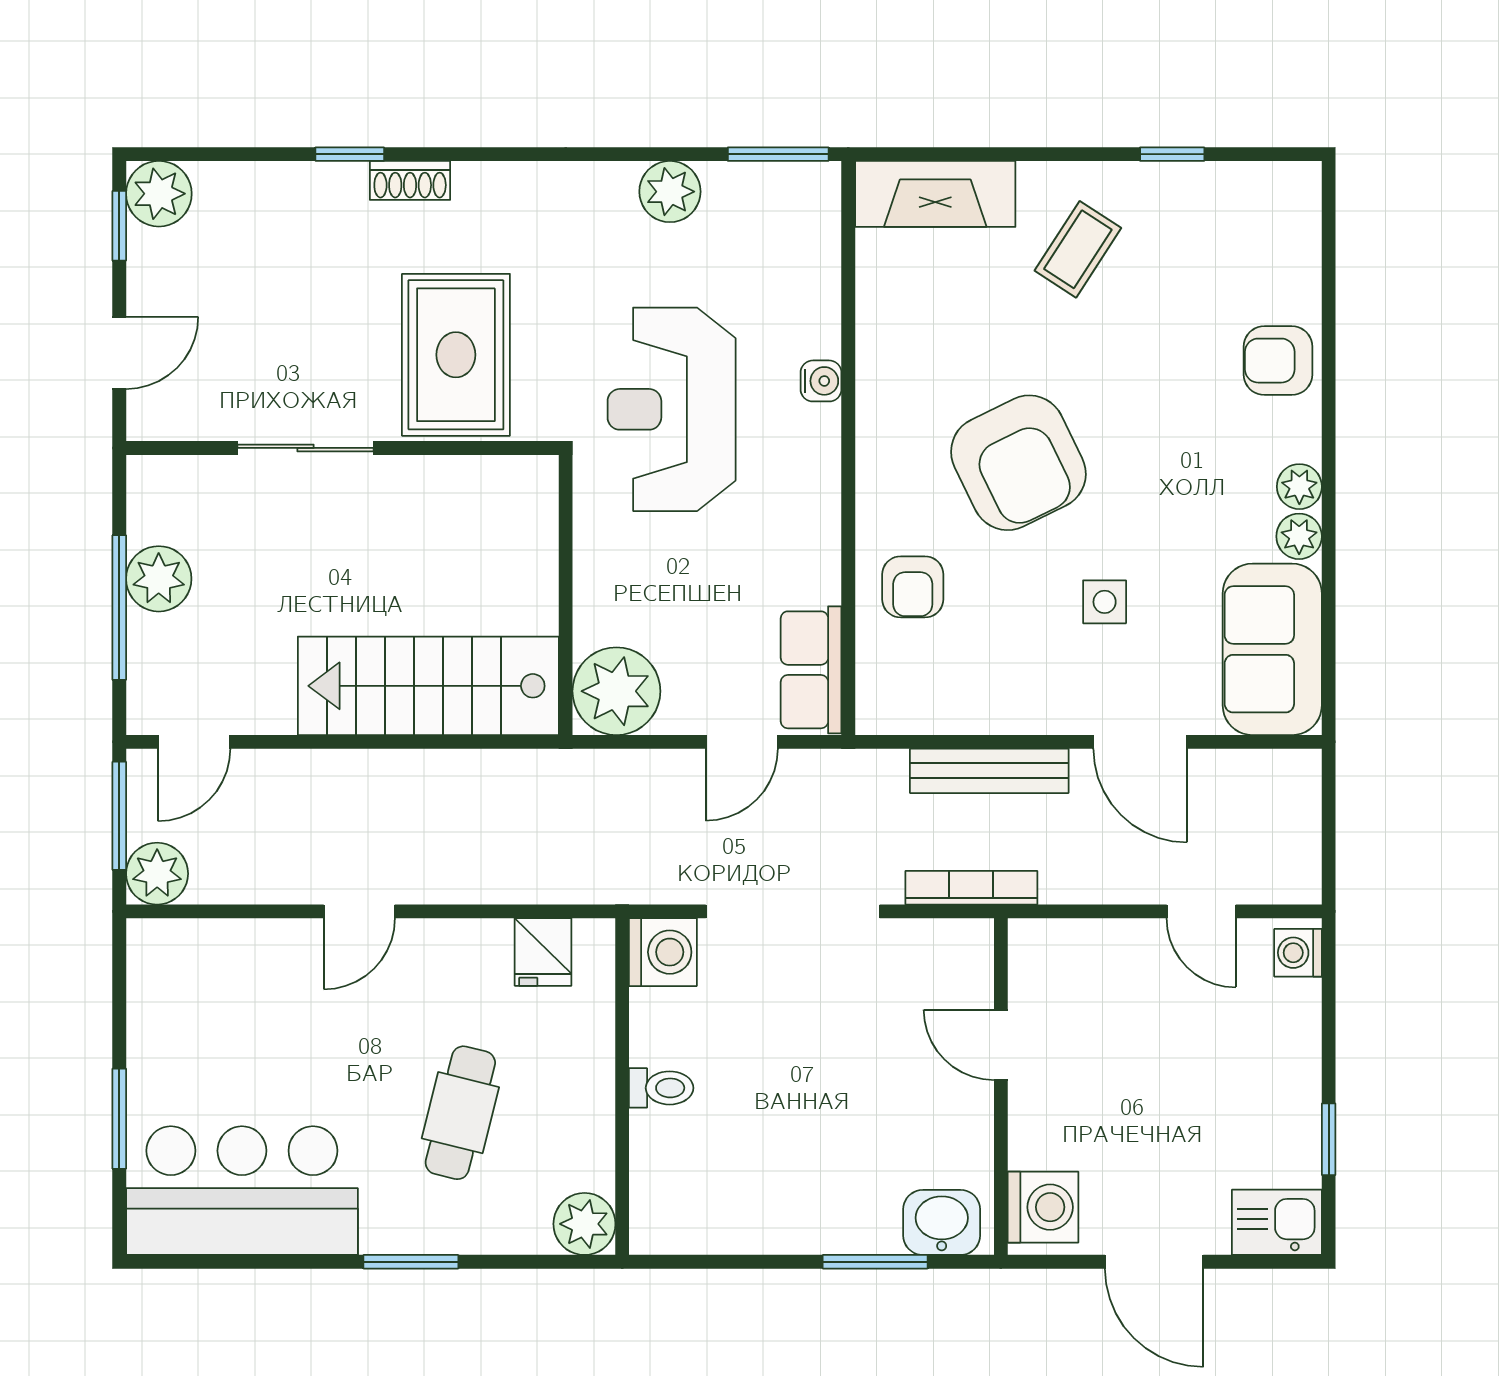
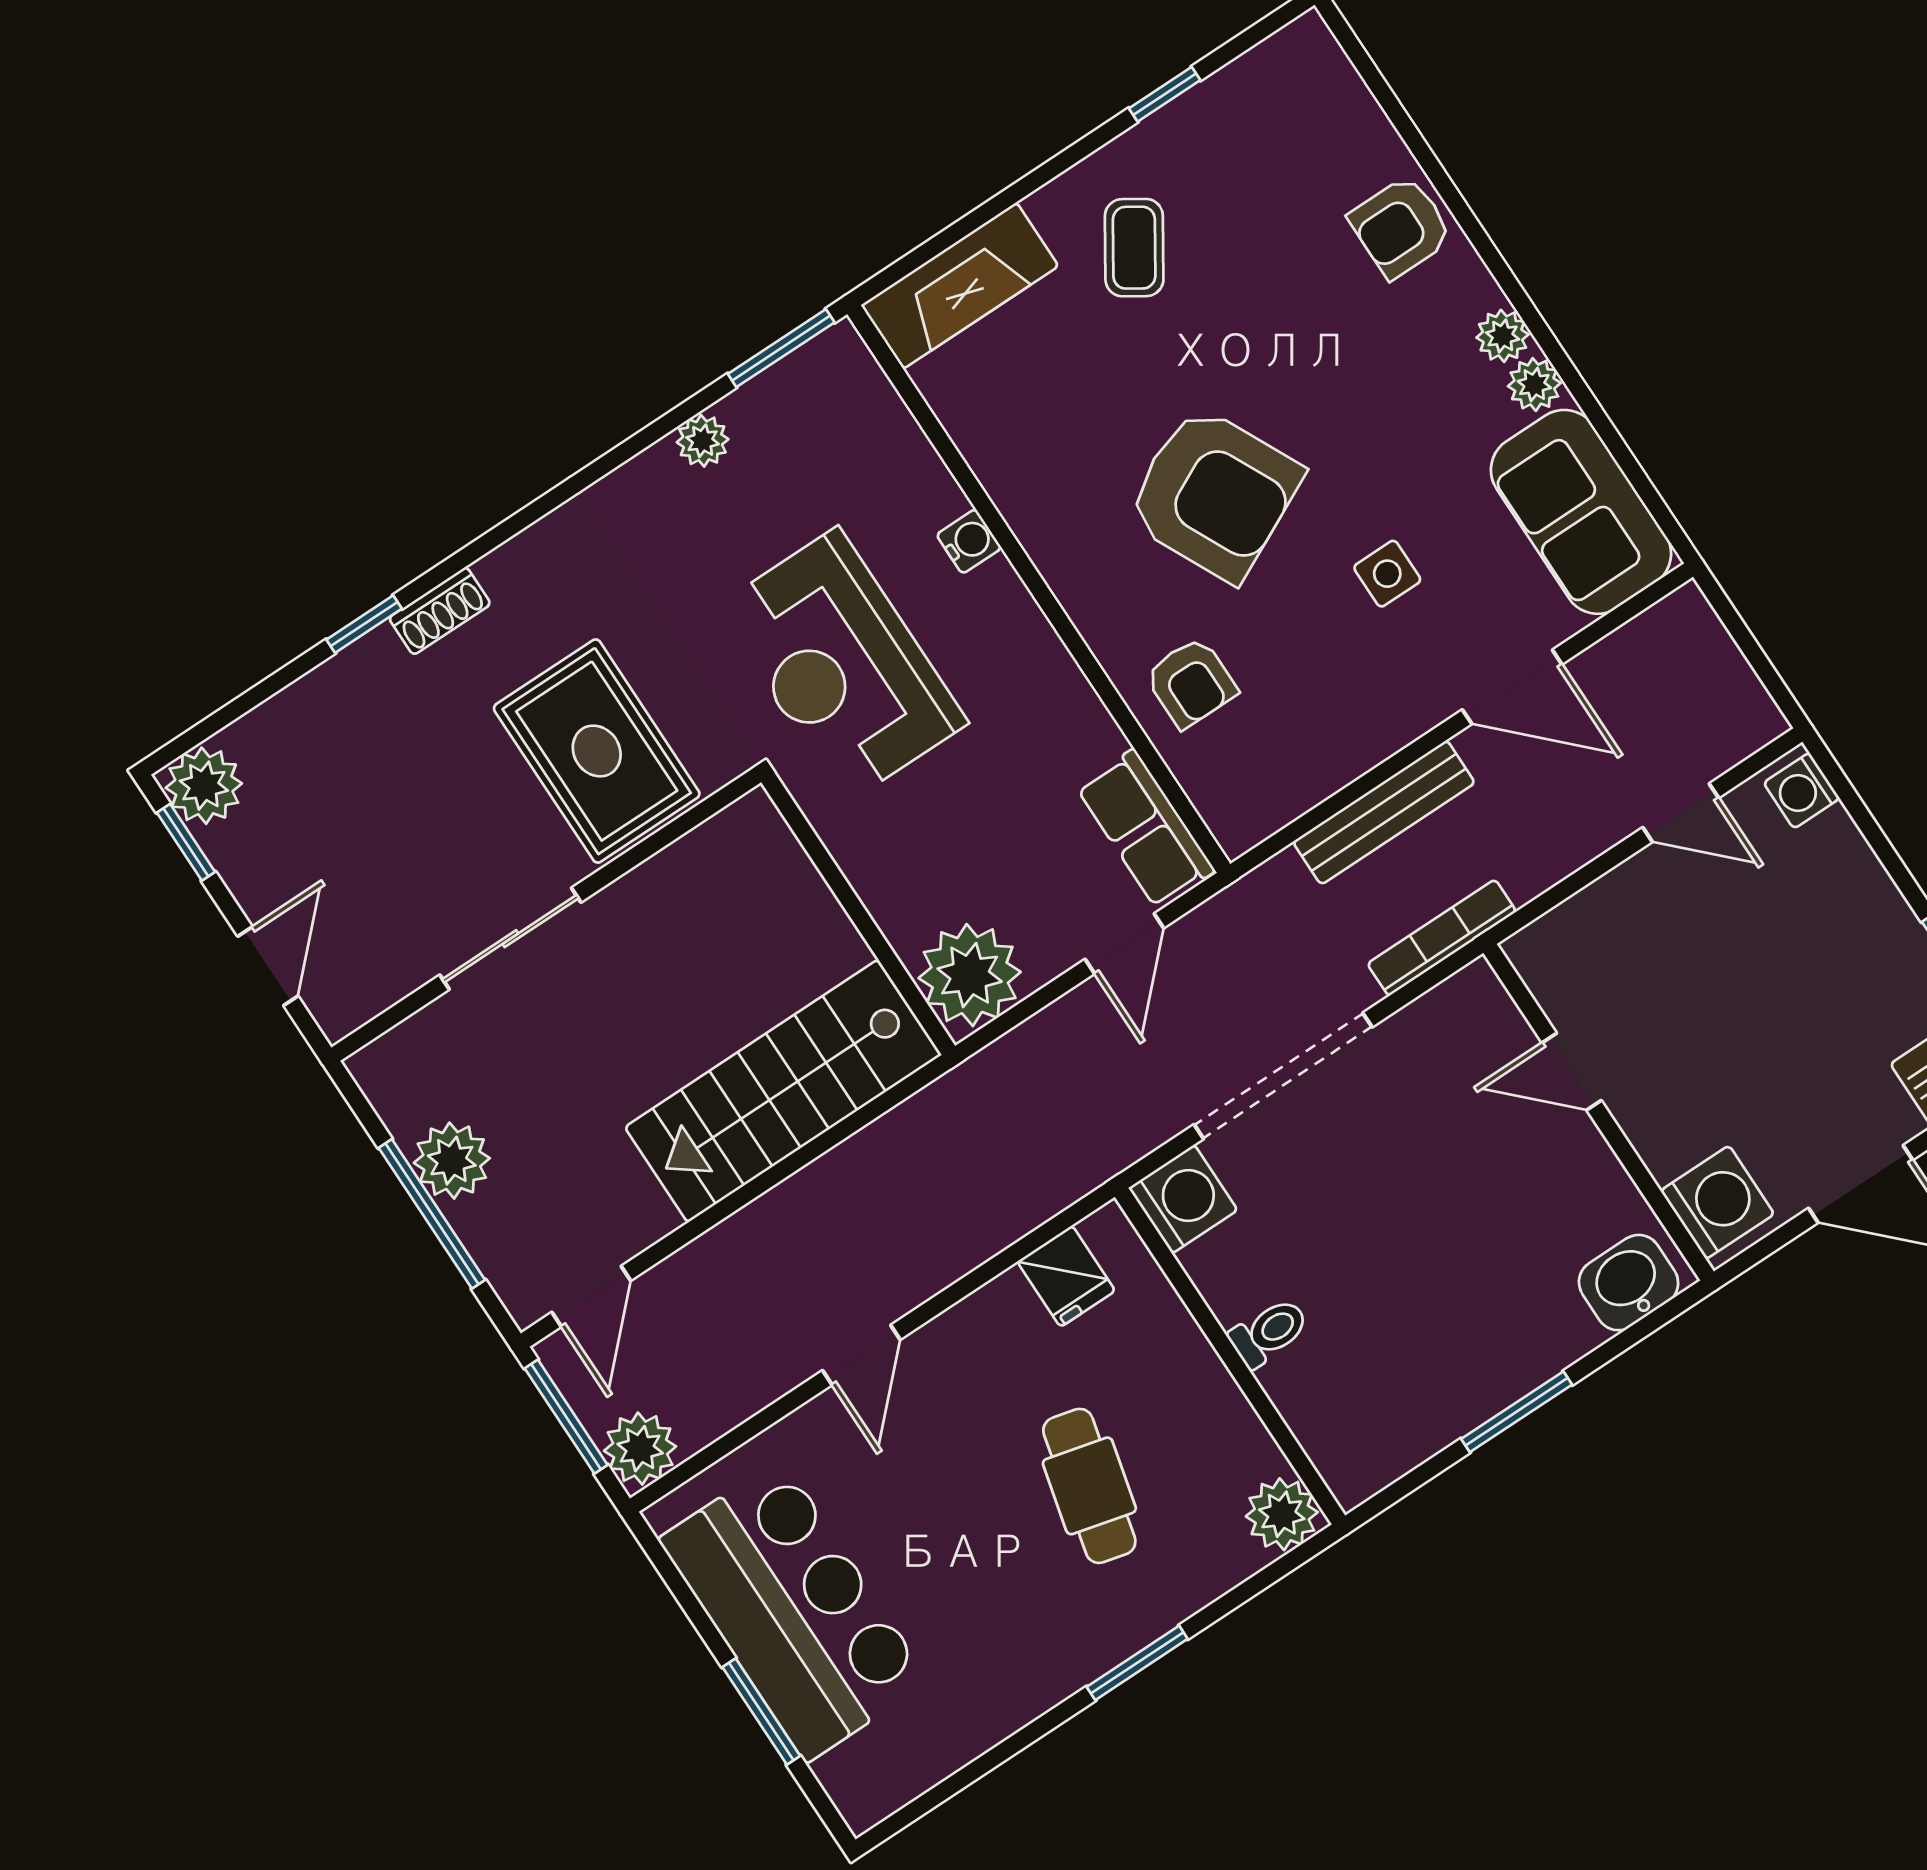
plant: (670, 192) -> (703, 441), width x0.73, depth x0.73
bar counter: (242, 1191) -> (794, 1610), moved, turned 90
window: (875, 1262) -> (1517, 1412), moved

